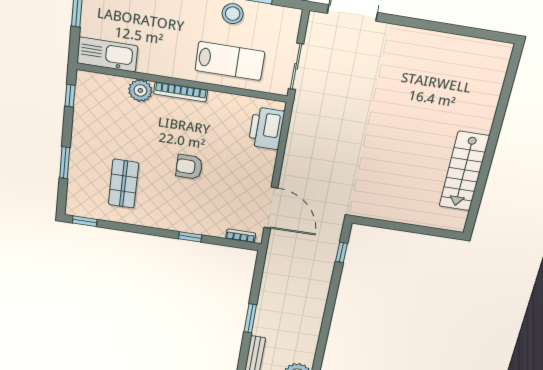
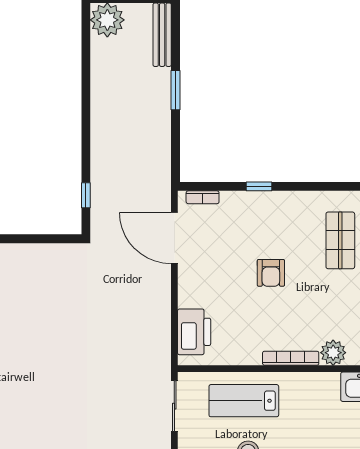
armchair: (189, 167) -> (271, 273), turned 90

